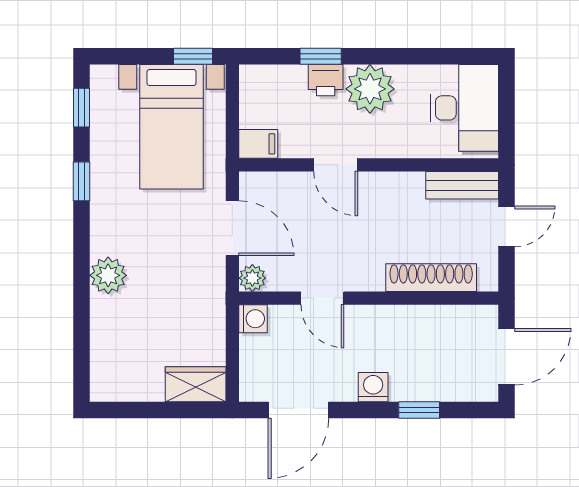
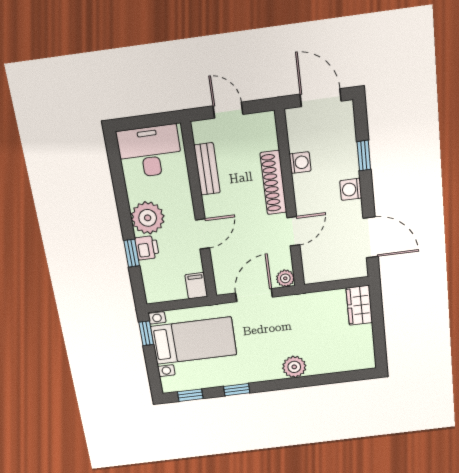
bench: (462, 185) -> (207, 169), moved
shoe rack: (431, 278) -> (273, 183), moved
washing machine: (253, 319) -> (300, 163), moved, turned 90

